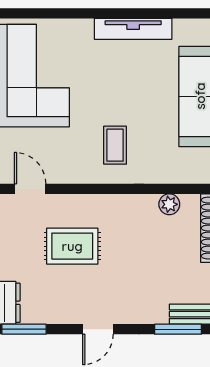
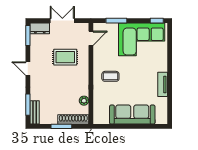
tv unit: (133, 29) -> (163, 84), width x0.71
rug: (72, 246) -> (65, 57), turned 90

